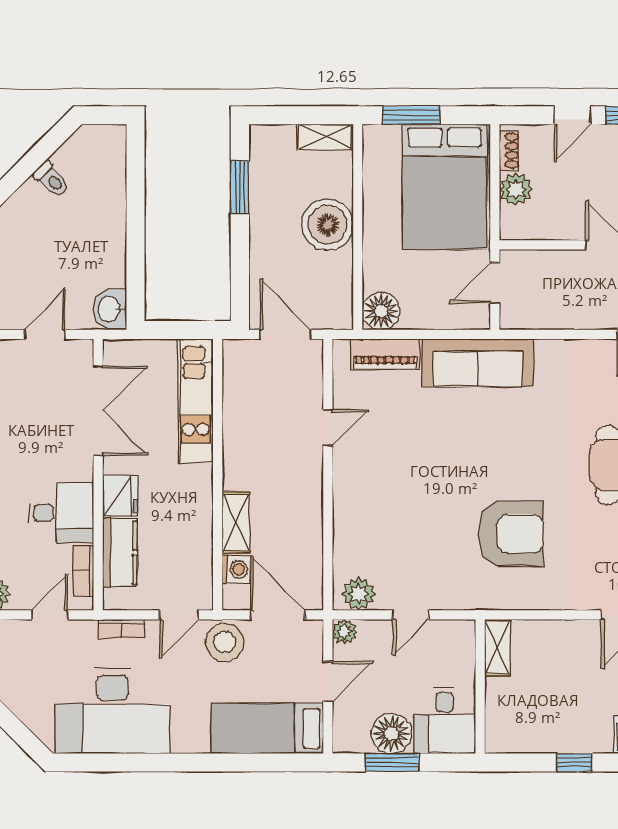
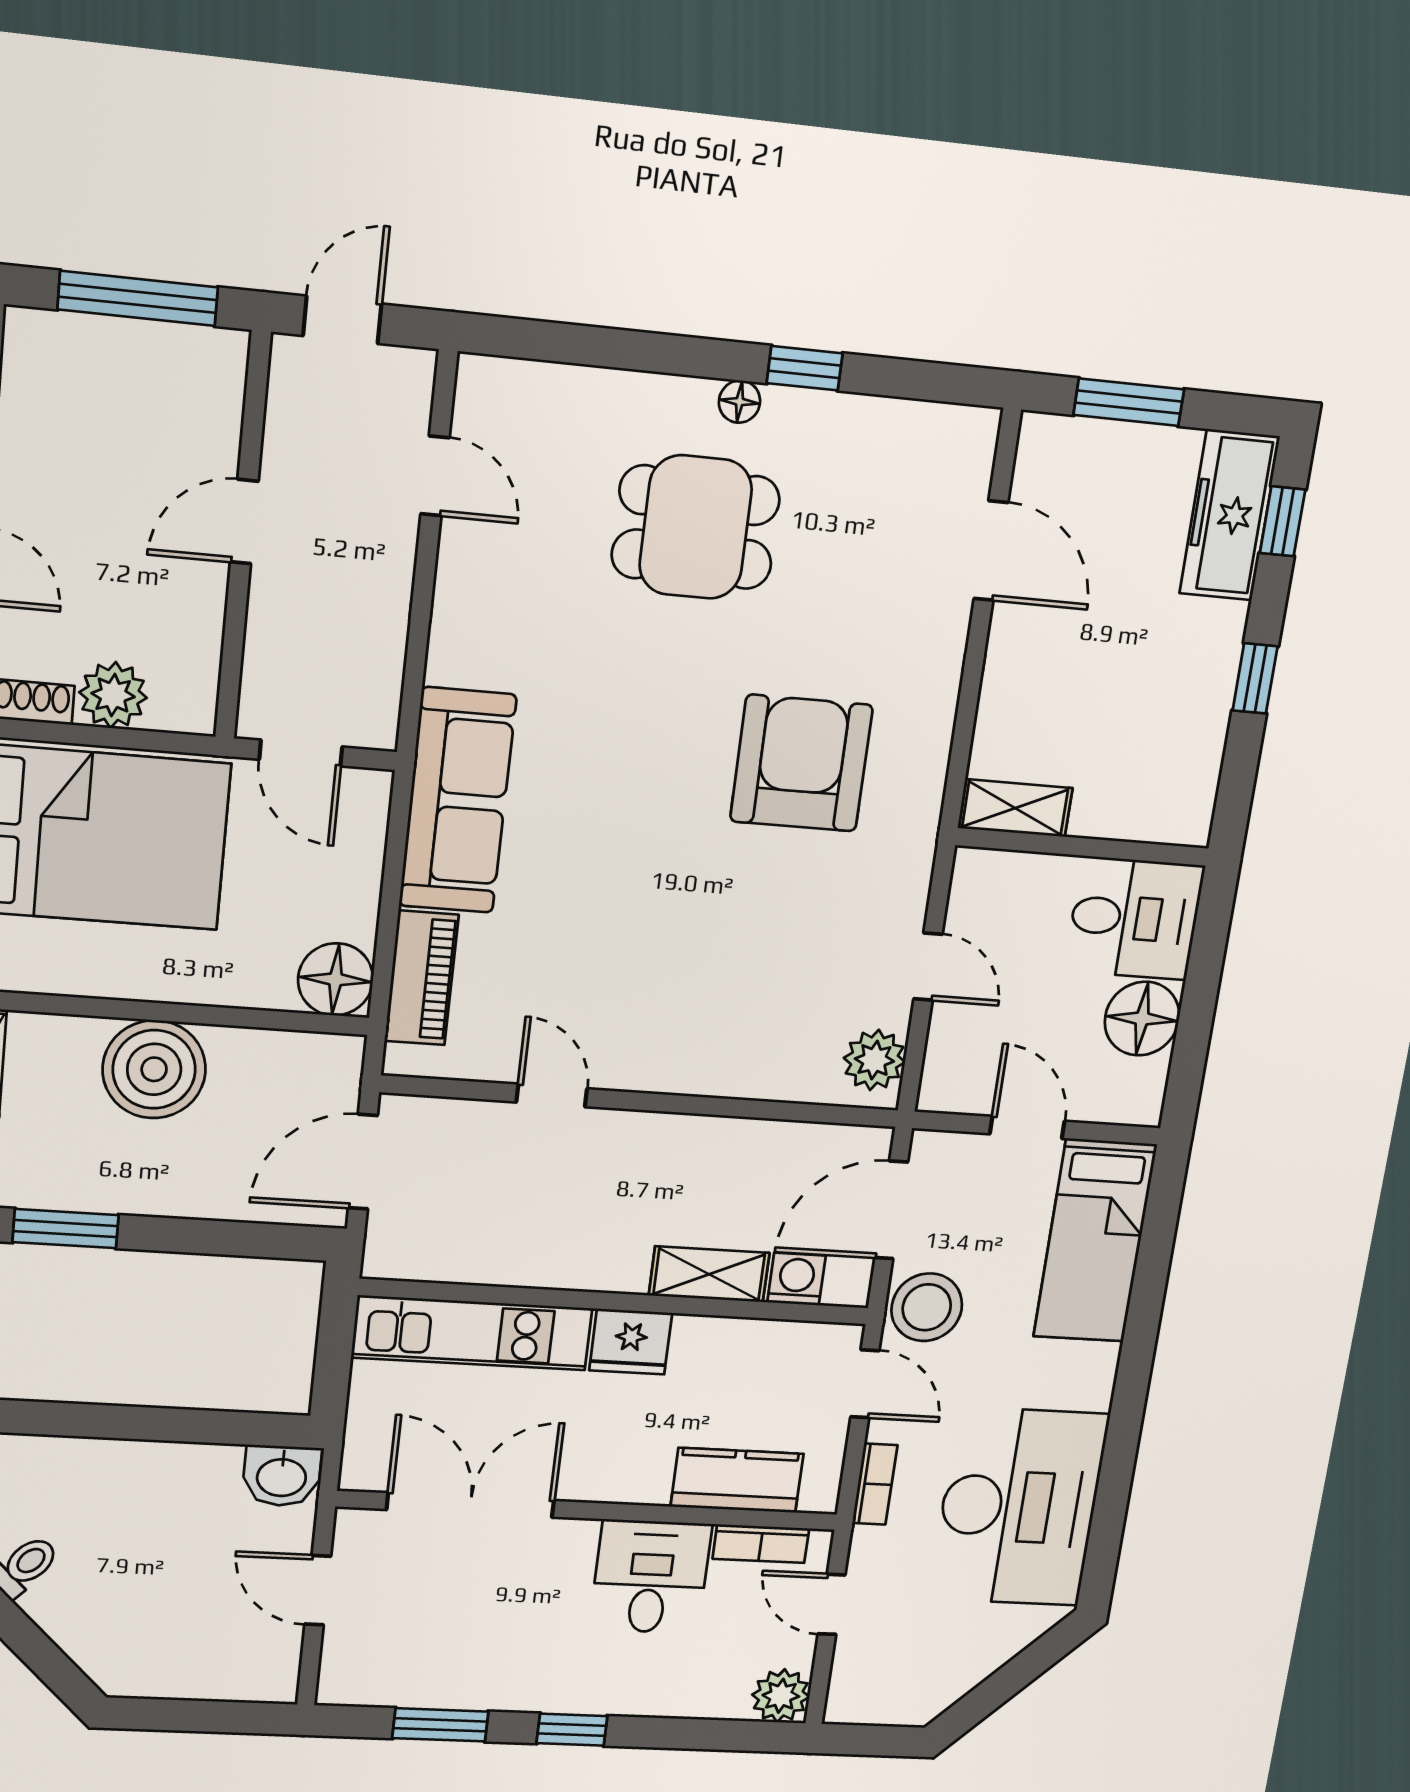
fridge: (120, 496) -> (631, 1342), moved, turned 180
plant: (344, 631) -> (940, 1091), removed
window: (392, 762) -> (1195, 1021), removed

